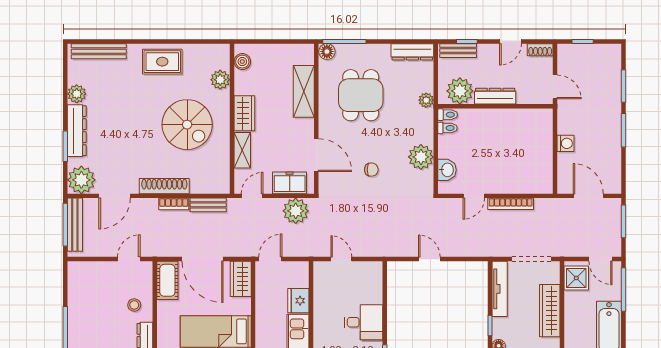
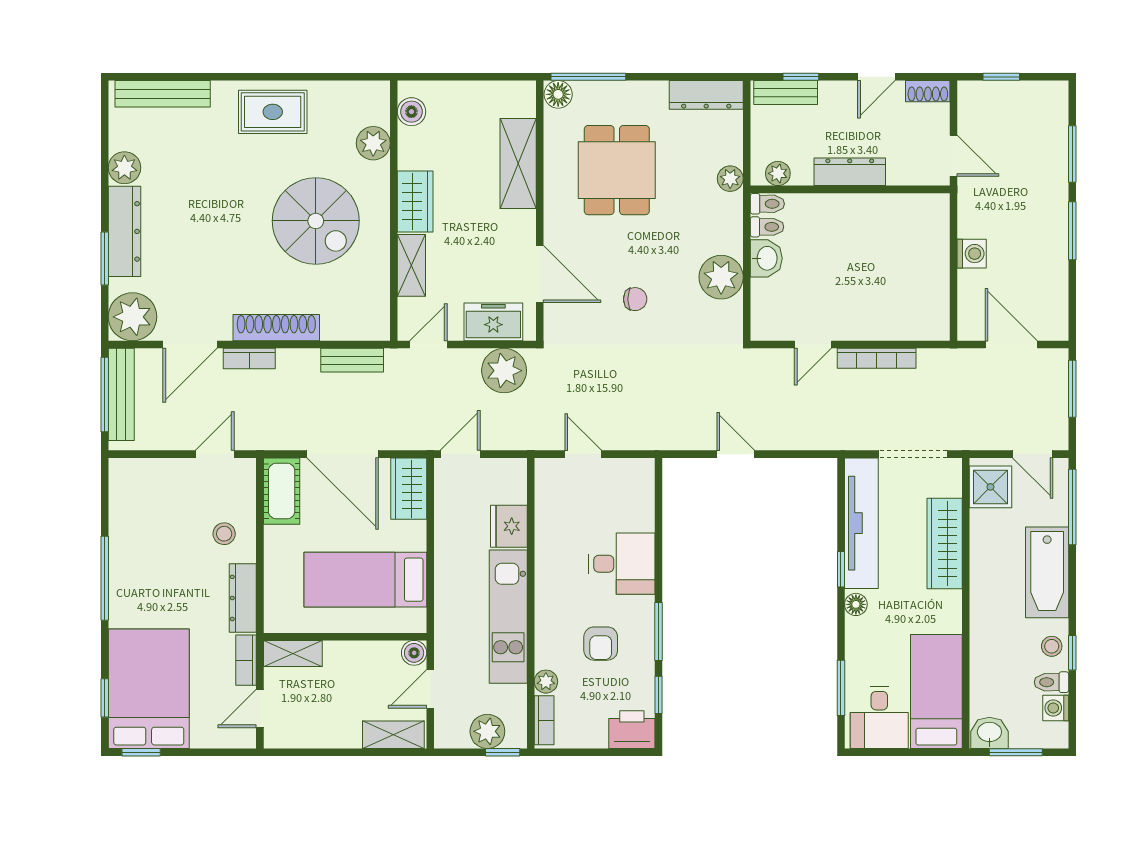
plant: (460, 91) -> (778, 173), width x0.53, depth x0.53
washbasin: (447, 170) -> (766, 258), moved
bookcase: (174, 204) -> (249, 359), moved
tv unit: (500, 289) -> (861, 523), width x1.36, depth x1.29

